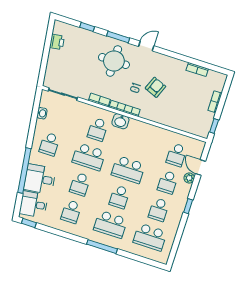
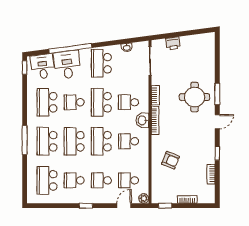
window: (87, 27) -> (217, 153), moved
printer: (57, 42) -> (173, 43), moved
door: (146, 46) -> (217, 122), hinge flipped
armchair: (155, 87) -> (171, 160), moved
school desk: (137, 142) -> (128, 141), added
school desk: (49, 144) -> (101, 63), width x1.85
plant: (189, 178) -> (144, 198), moved
school desk: (119, 197) -> (74, 141), width x1.85
school desk: (71, 212) -> (47, 102), width x1.85

